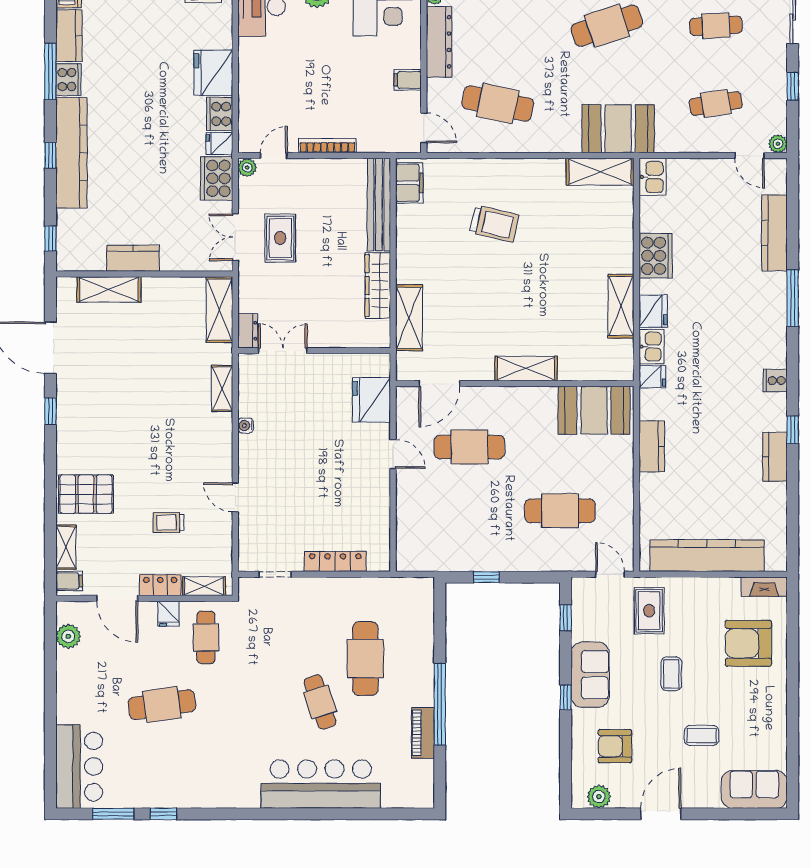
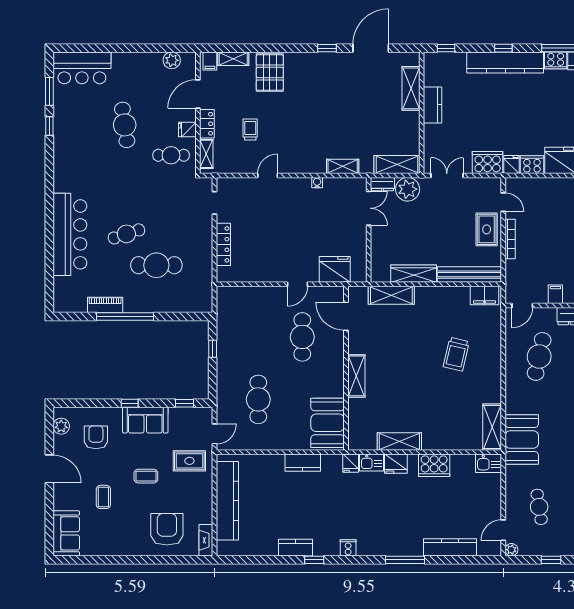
plant: (247, 167) -> (408, 189), moved, width x1.87, depth x1.87
rug: (280, 238) -> (487, 229), moved, turned 90

